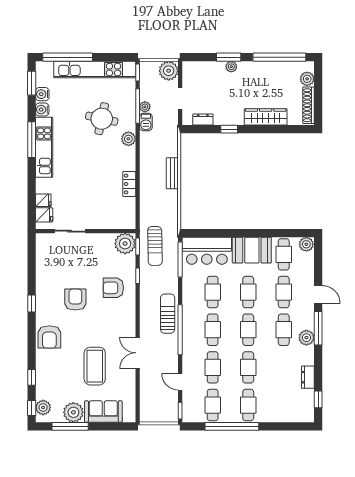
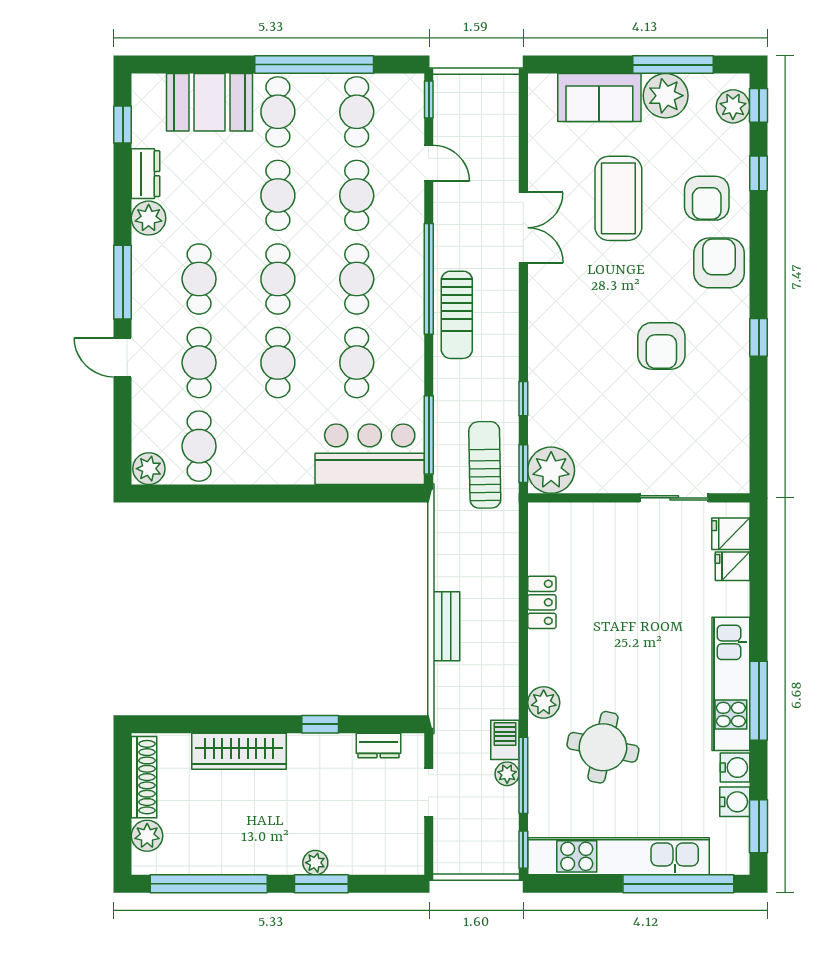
plant: (169, 71) -> (454, 854), removed
booth: (252, 250) -> (209, 102), moved
armchair: (113, 288) -> (707, 198), moved, turned 90
plant: (306, 338) -> (149, 218), moved

